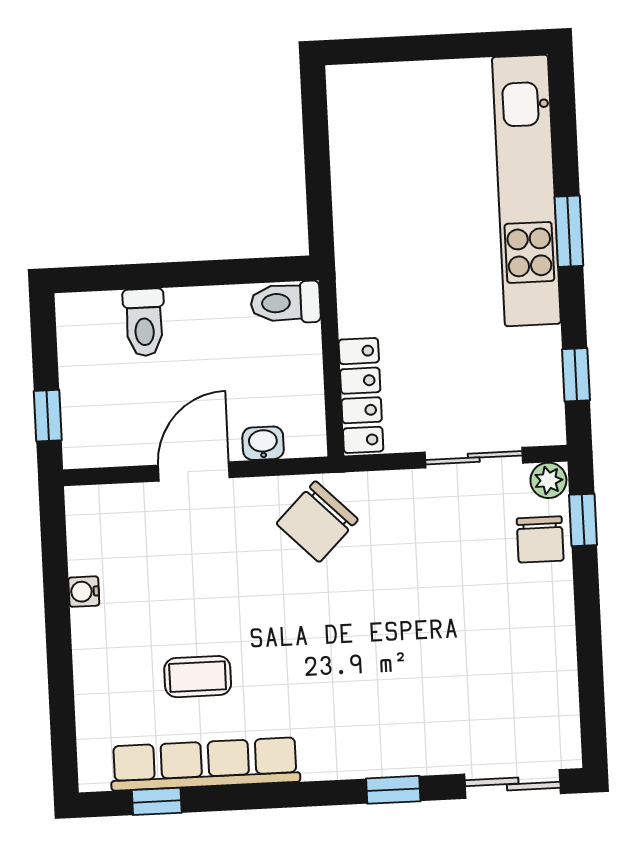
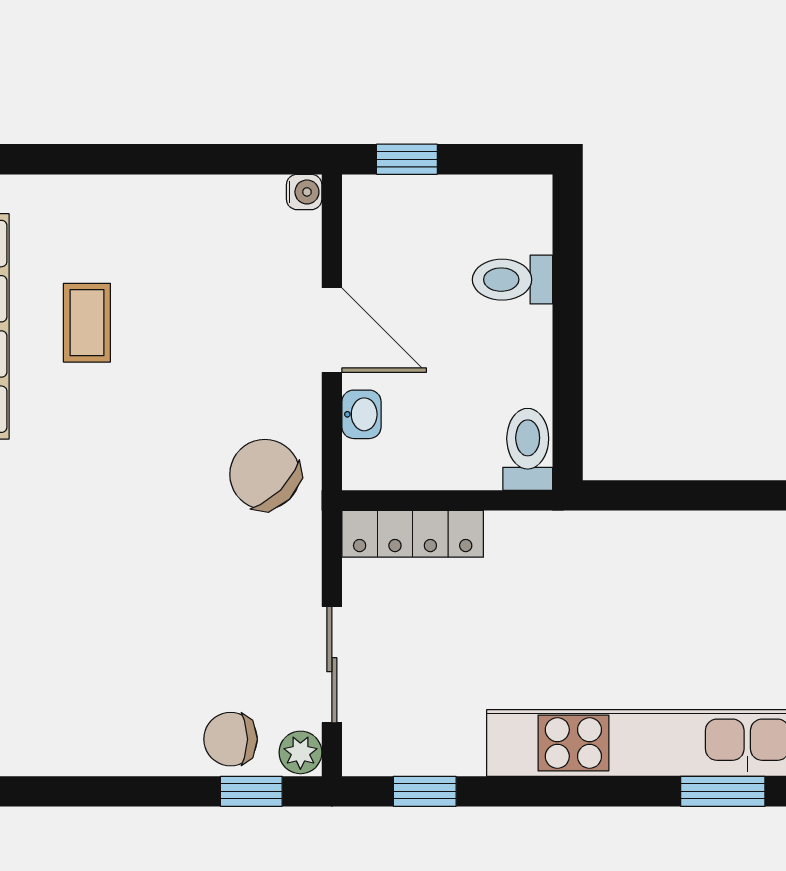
window: (569, 231) -> (723, 791), moved
water cooler: (84, 592) -> (304, 192), moved, turned 90

